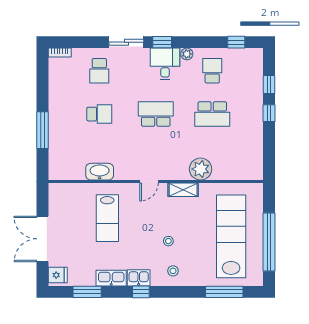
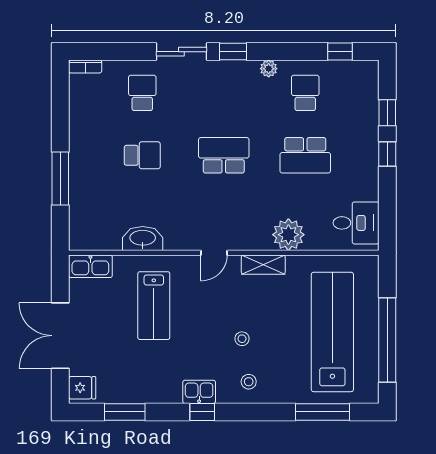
desk: (165, 64) -> (356, 223), moved, turned 90
school desk: (99, 71) -> (142, 93), turned 180
kitchen sink: (111, 278) -> (90, 266), moved, turned 180

